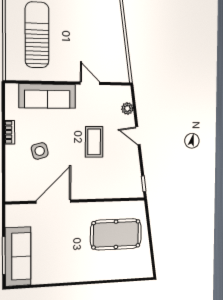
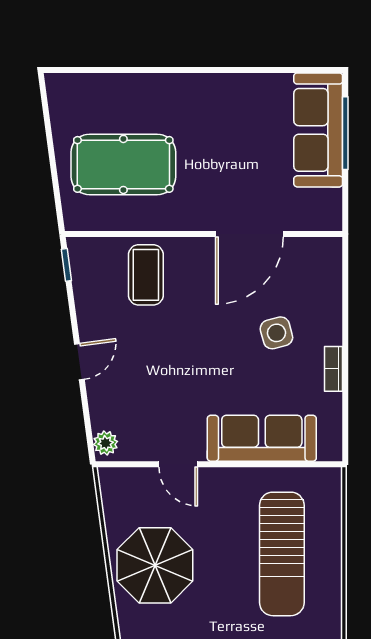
parasol: (102, 31) -> (155, 565), added
plant: (127, 109) -> (106, 443), moved
door: (138, 136) -> (79, 362), hinge flipped
coffee table: (94, 142) -> (146, 275), moved

